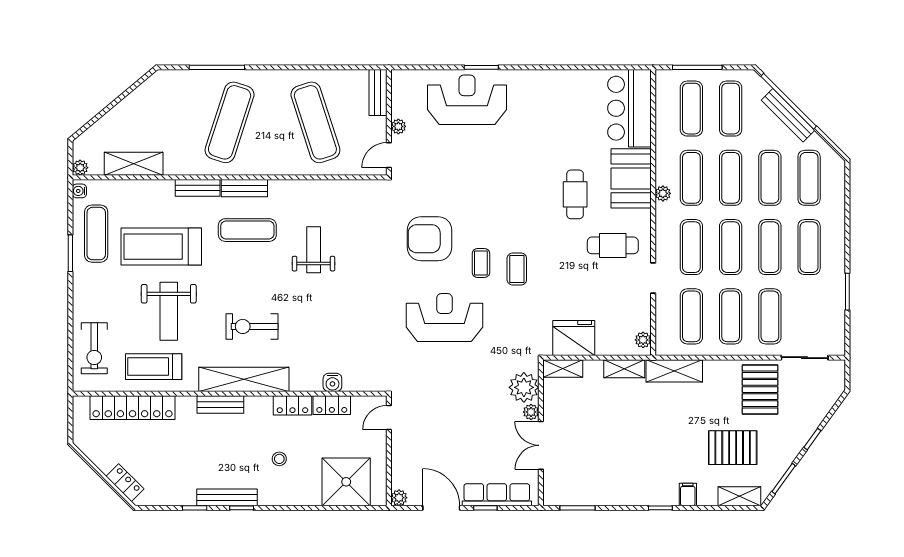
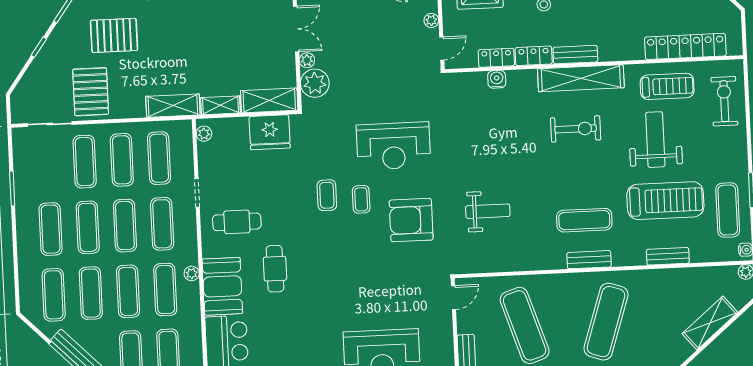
plant: (398, 126) -> (431, 20), moved
shelving: (134, 164) -> (710, 323), moved, turned -40
bench: (198, 188) -> (668, 256), moved
armchair: (429, 239) -> (411, 220), turned 180
weight bench: (314, 250) -> (488, 211), moved, turned -90
shelving: (563, 369) -> (269, 100), width x1.50, depth x1.33
bench: (220, 405) -> (575, 55), moved

